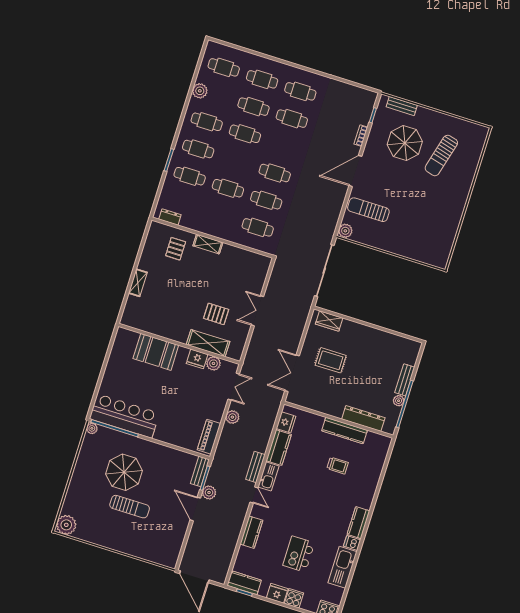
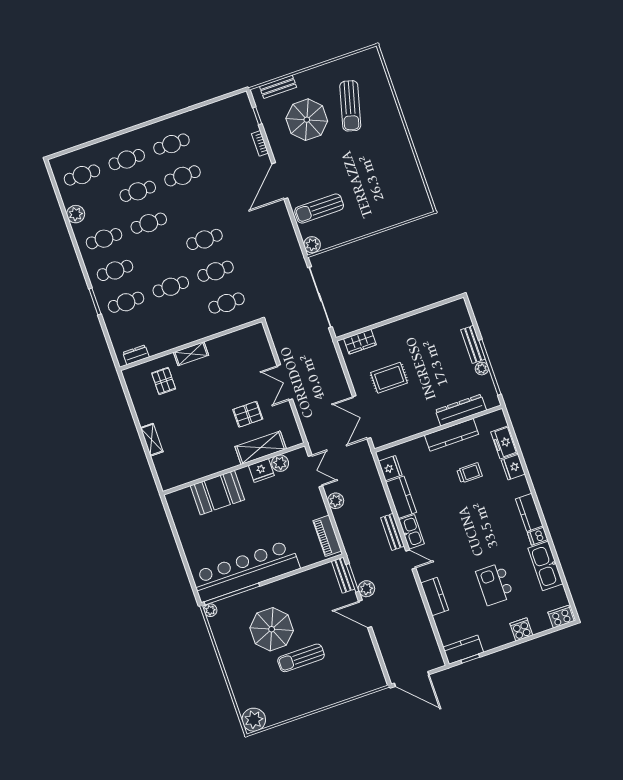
bar counter: (124, 416) -> (246, 571), width x1.36
freezer: (377, 462) -> (504, 442), added
sun lounger: (130, 507) -> (301, 658), turned 180
fridge: (277, 593) -> (513, 467), moved, turned -90

